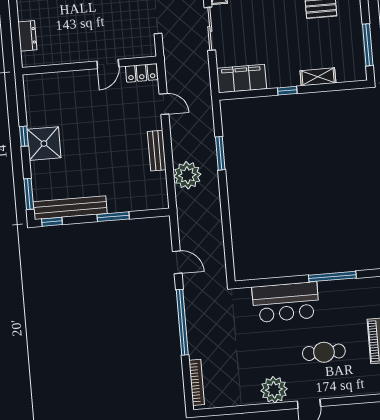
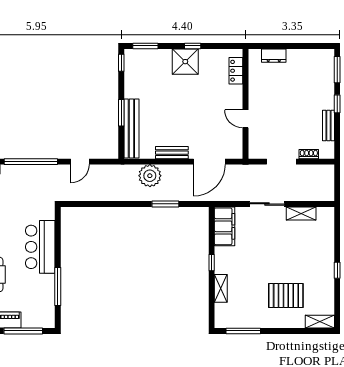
locker: (141, 73) -> (236, 71), moved
door: (164, 104) -> (209, 162), width x1.87
bench: (70, 208) -> (131, 129), moved

